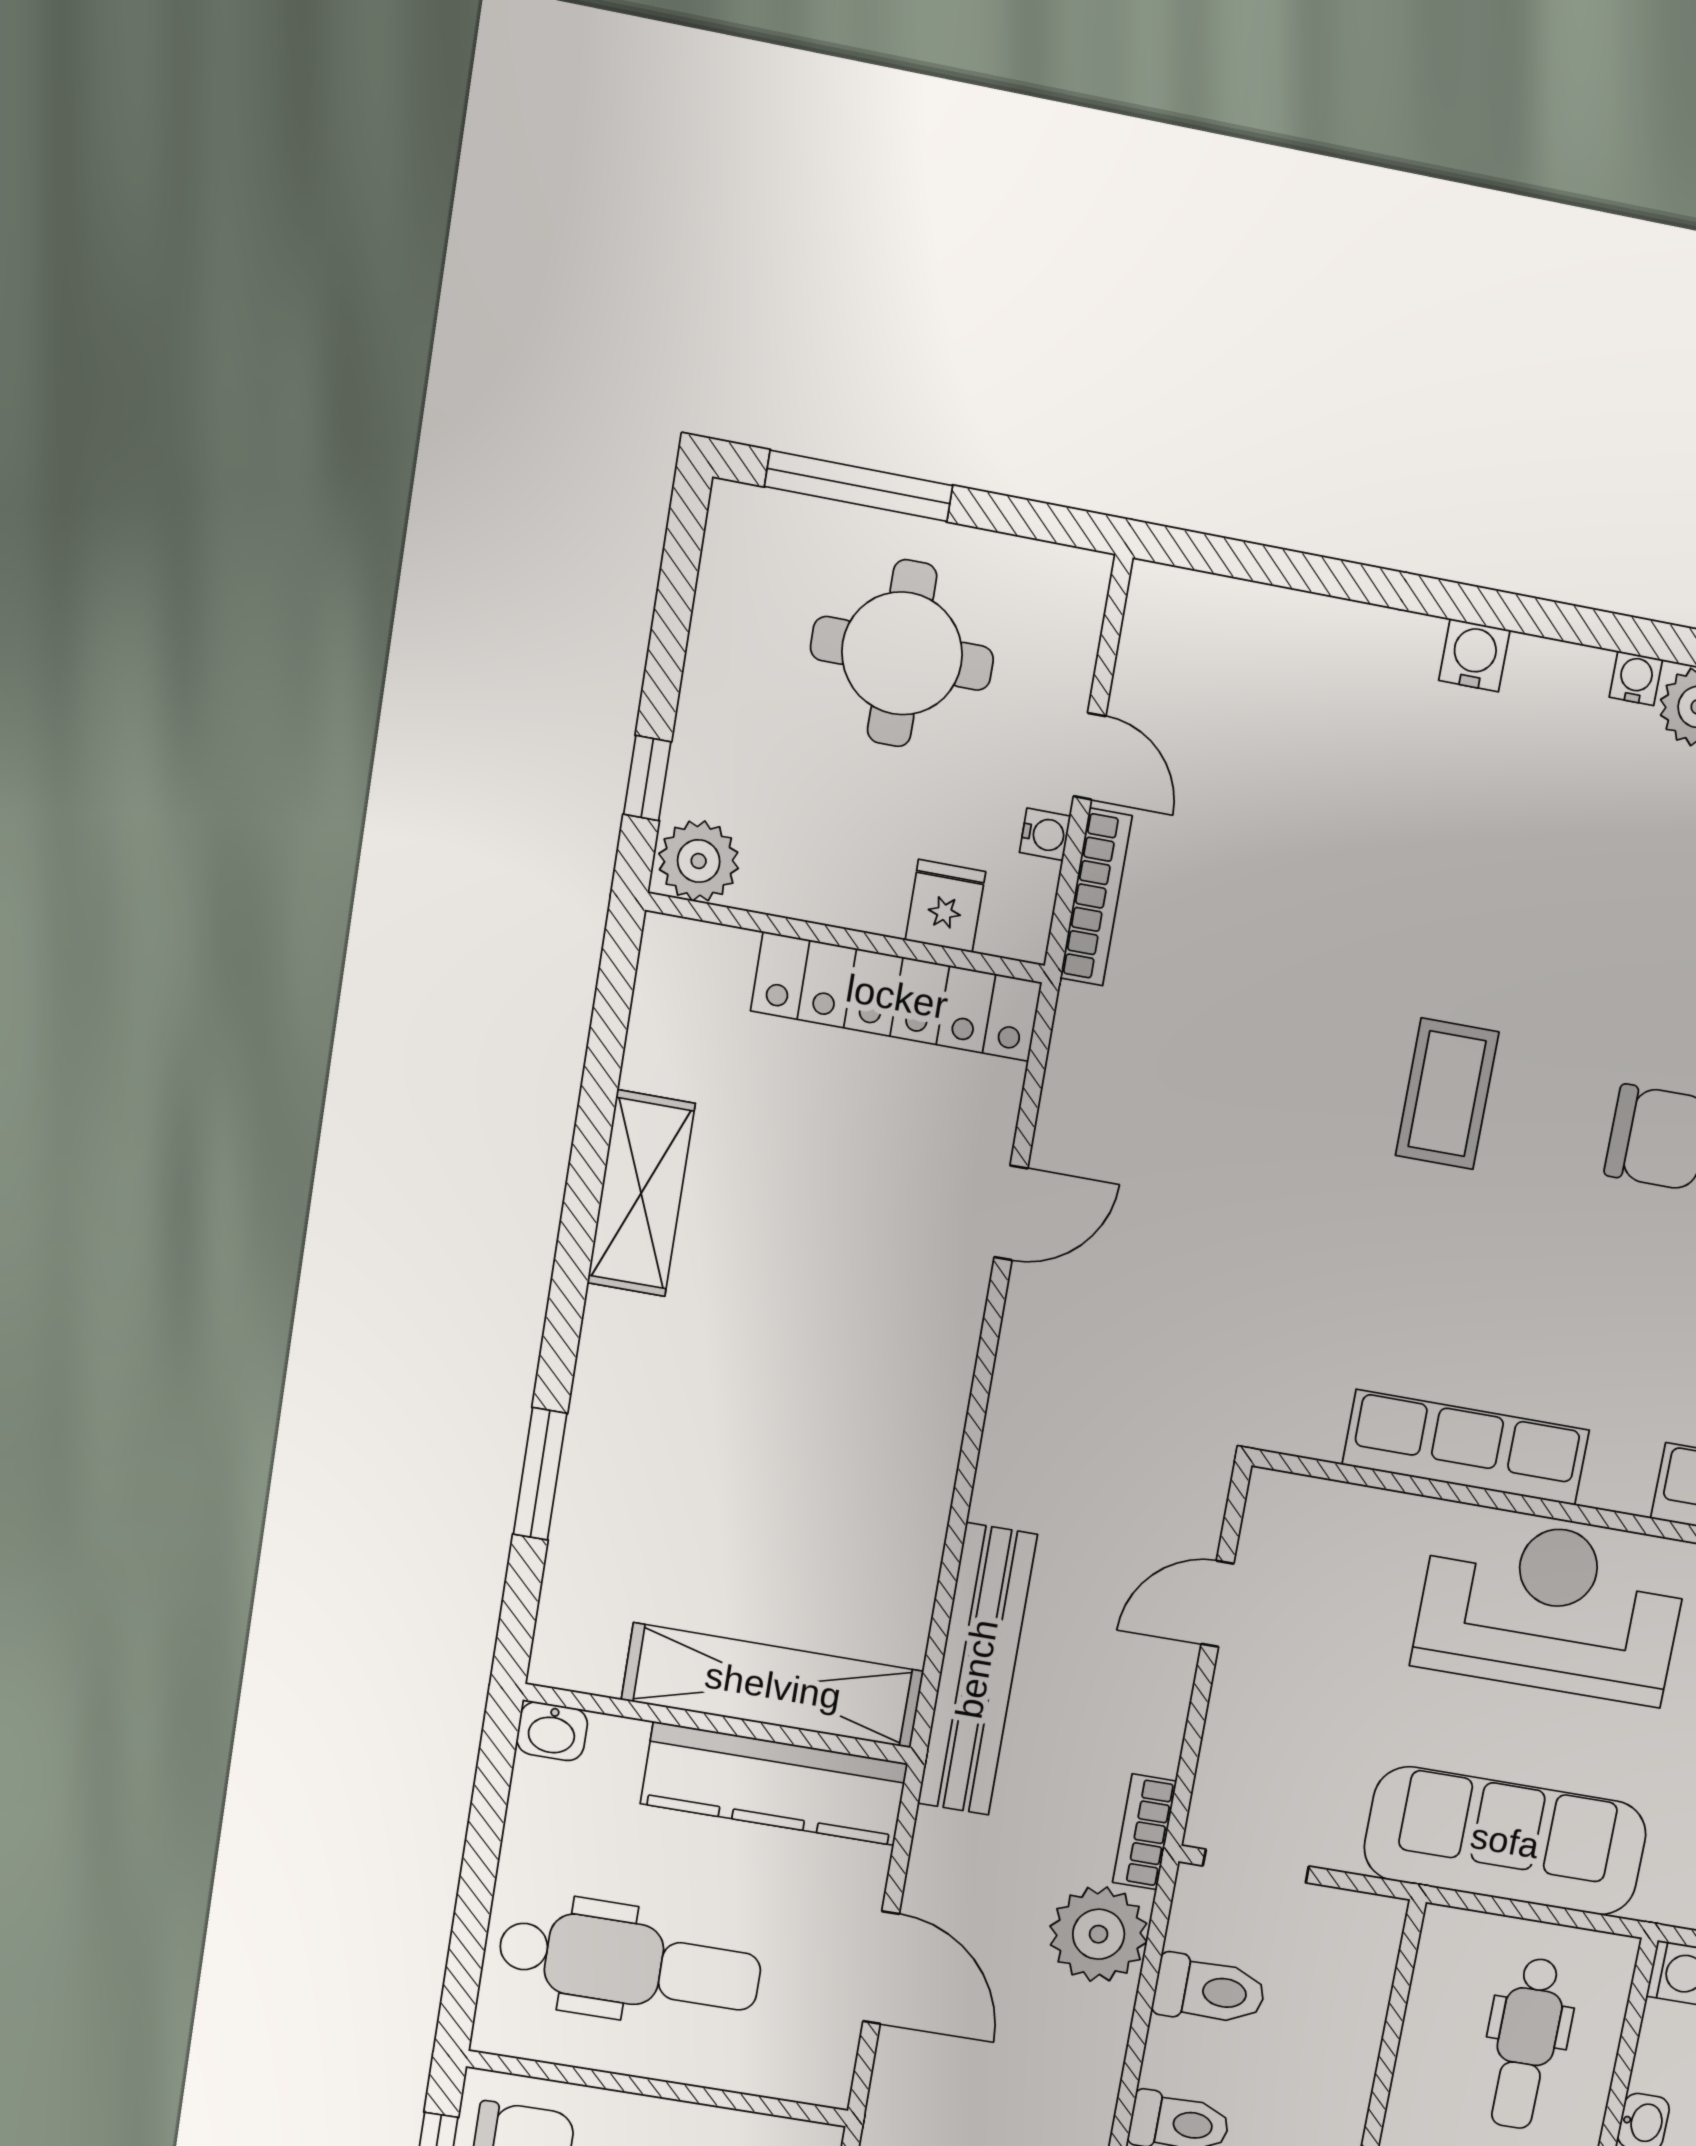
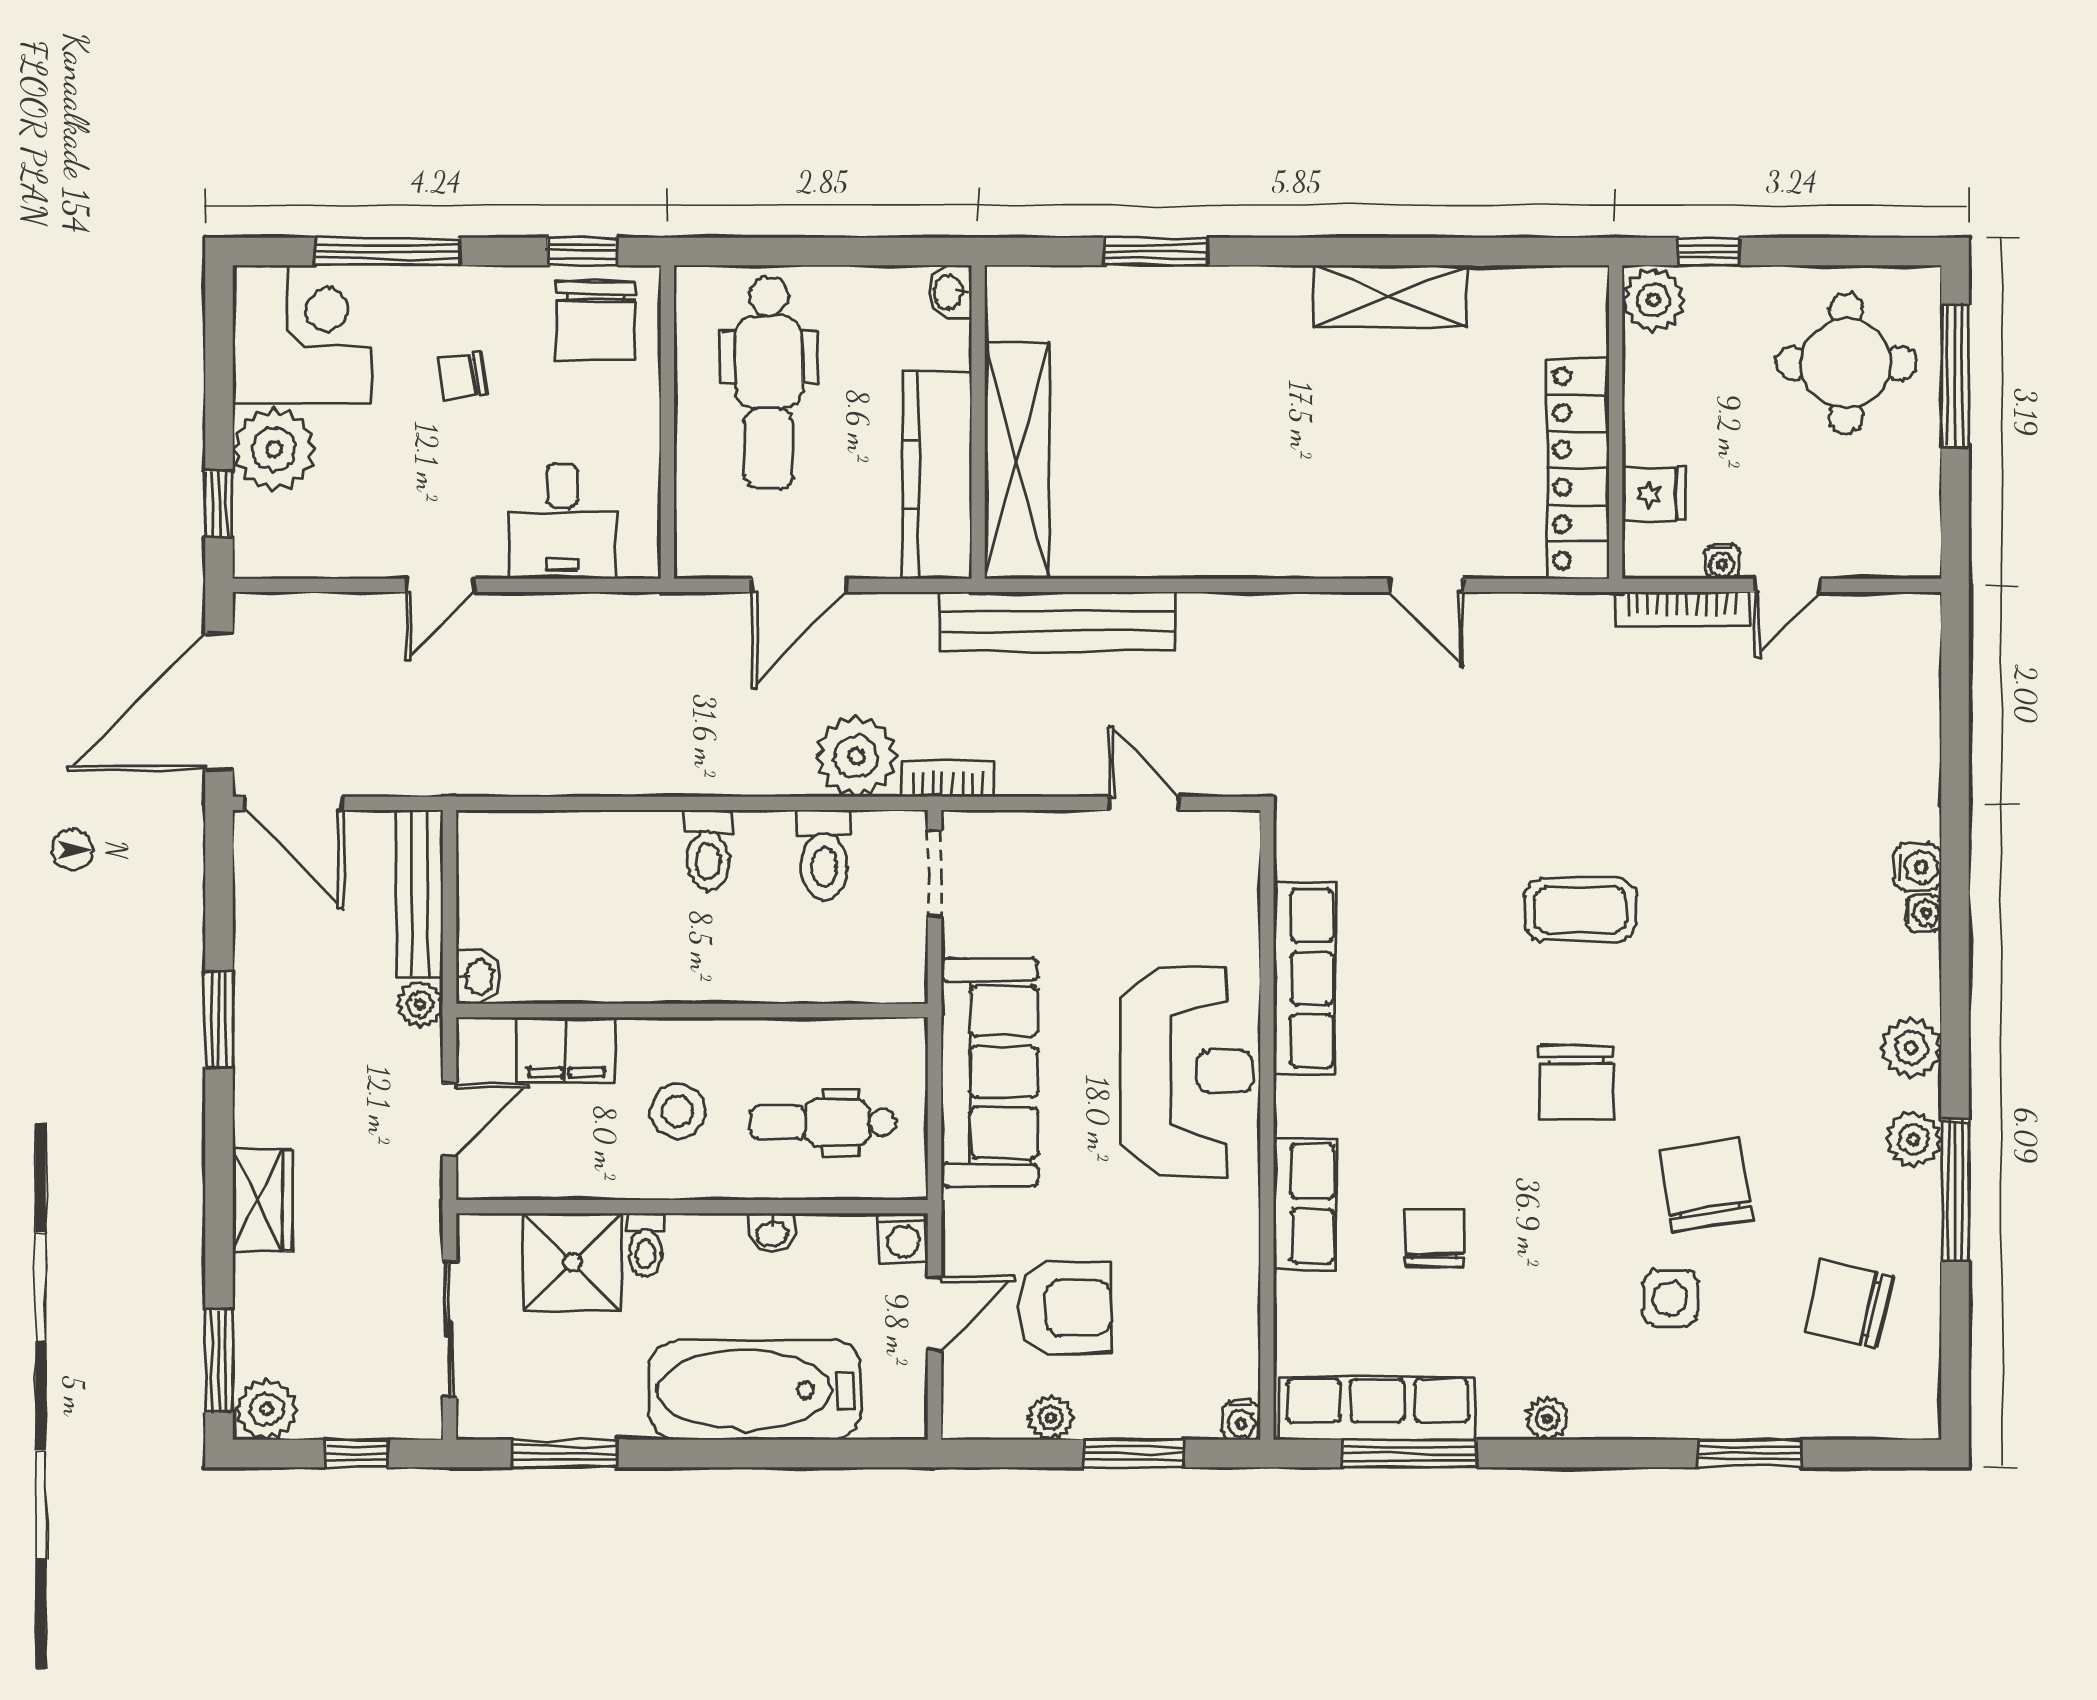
round table: (902, 653) -> (1846, 363), moved
water cooler: (1636, 678) -> (1924, 913), moved

